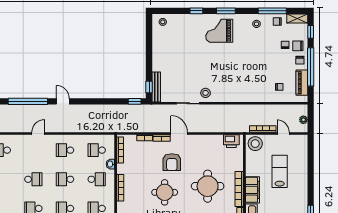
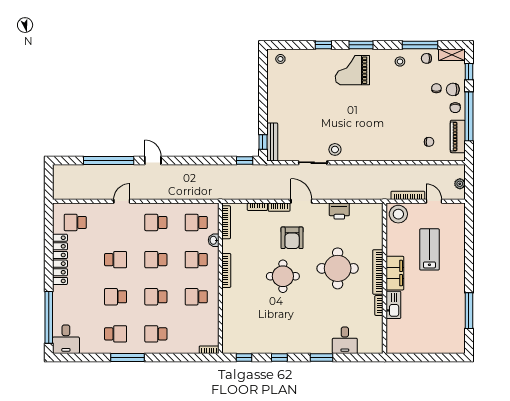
printer: (231, 141) -> (339, 211), moved
school desk: (97, 179) -> (196, 260), turned 180

